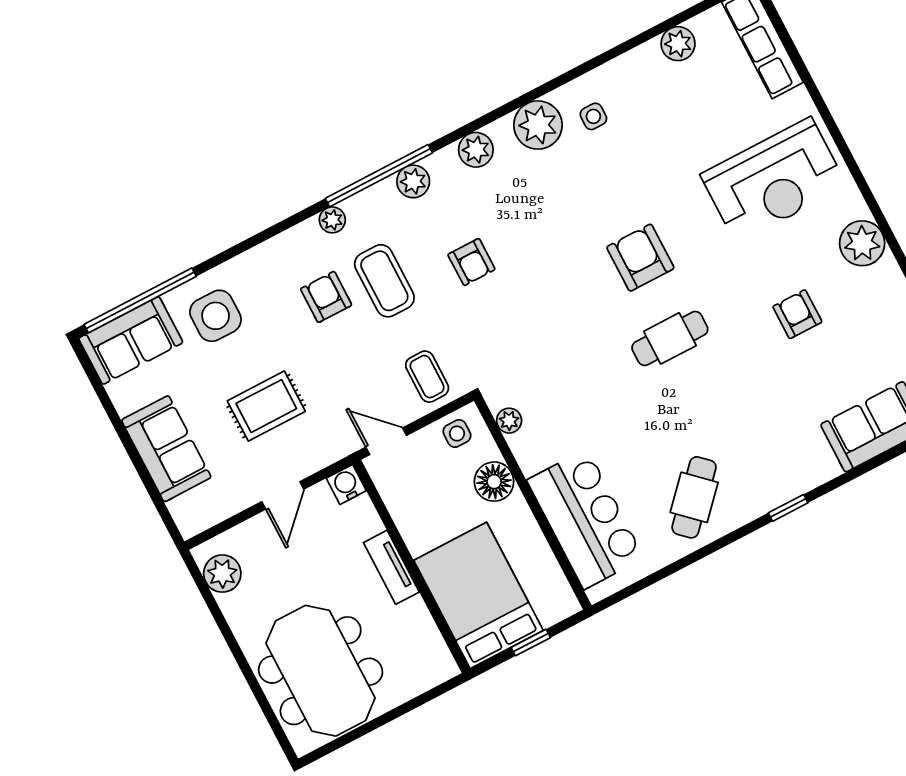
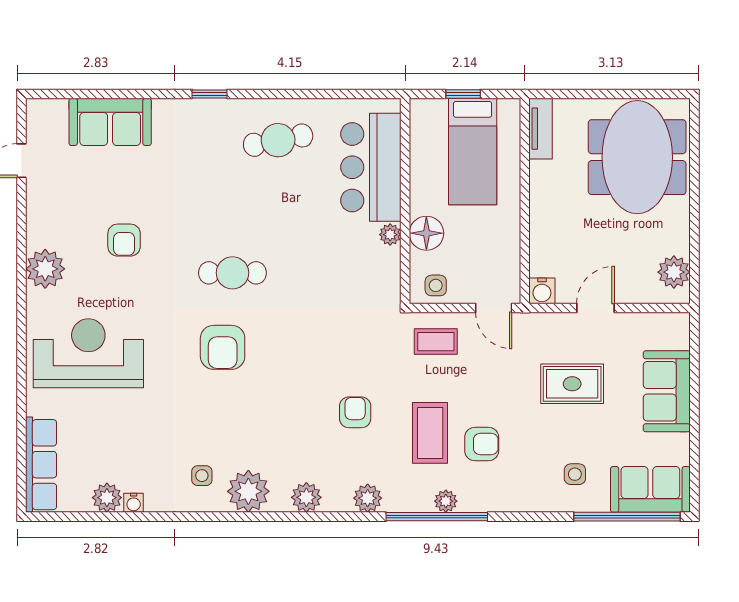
water cooler: (648, 53) -> (134, 503), added
window: (379, 176) -> (437, 517), moved
armchair: (326, 297) -> (482, 444), turned -90
side table: (216, 316) -> (575, 474), width x0.54, depth x0.54
coffee table: (427, 377) -> (436, 342), turned 90
plant: (509, 421) -> (390, 235), moved
cafe table: (694, 497) -> (278, 140), turned 36
tv unit: (391, 567) -> (541, 129), moved
bed: (478, 595) -> (473, 151), width x0.67

